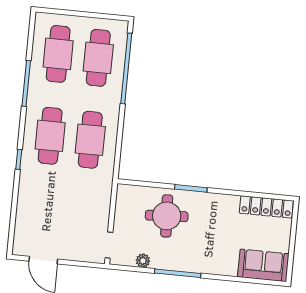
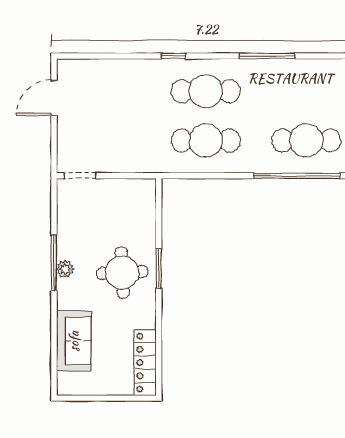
cafe table: (58, 54) -> (306, 91), removed
round table: (167, 216) -> (122, 273), moved
plant: (143, 261) -> (65, 269), moved
sofa: (263, 265) -> (74, 341), moved

